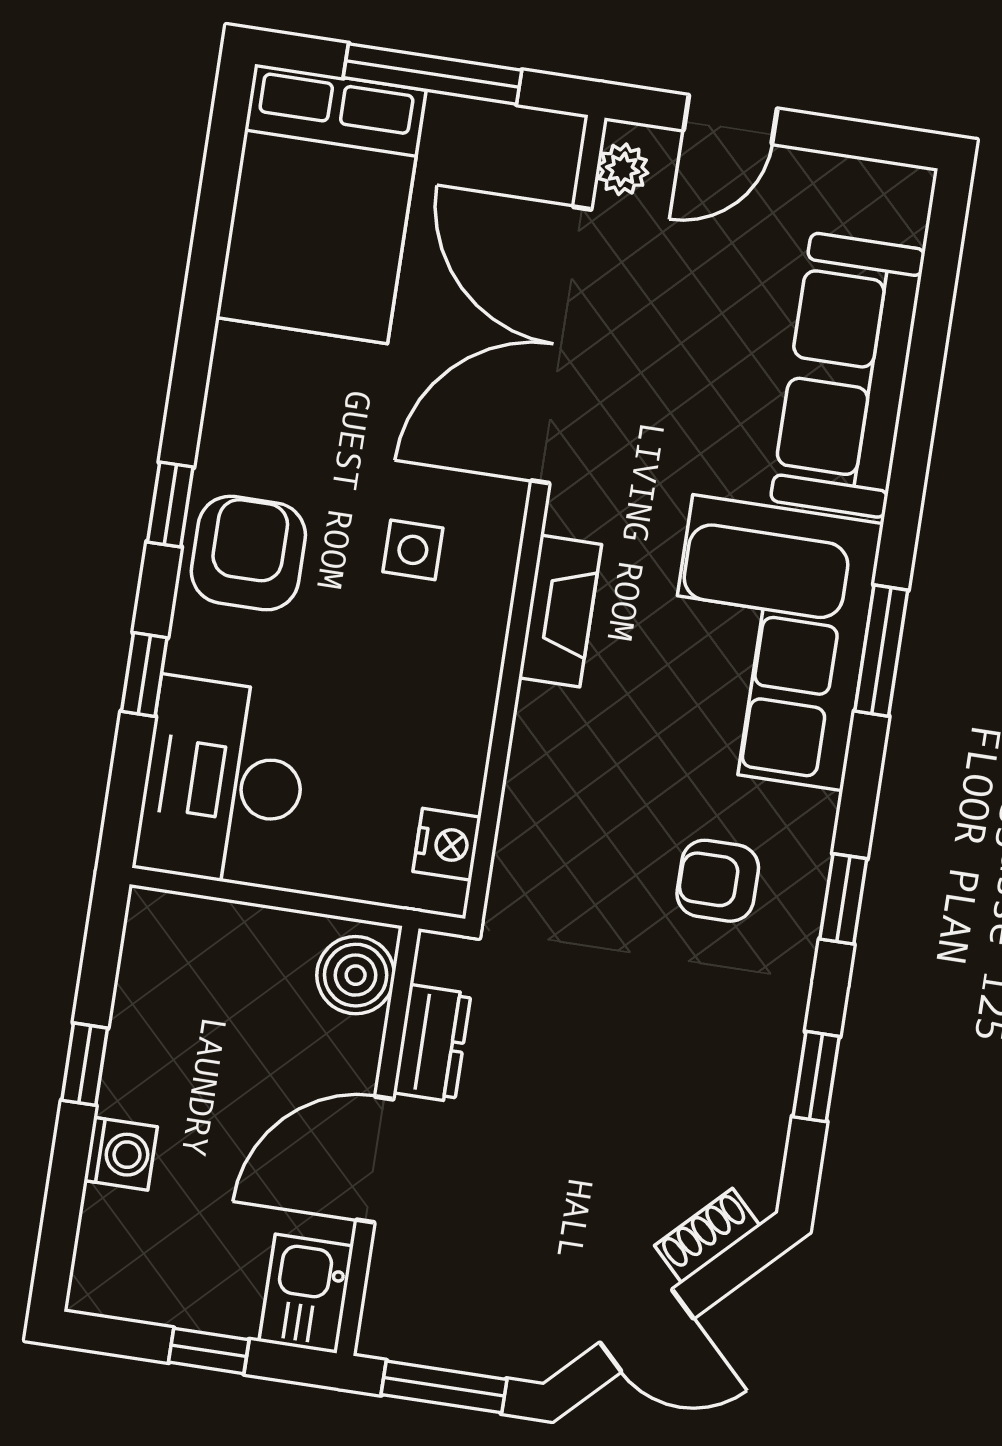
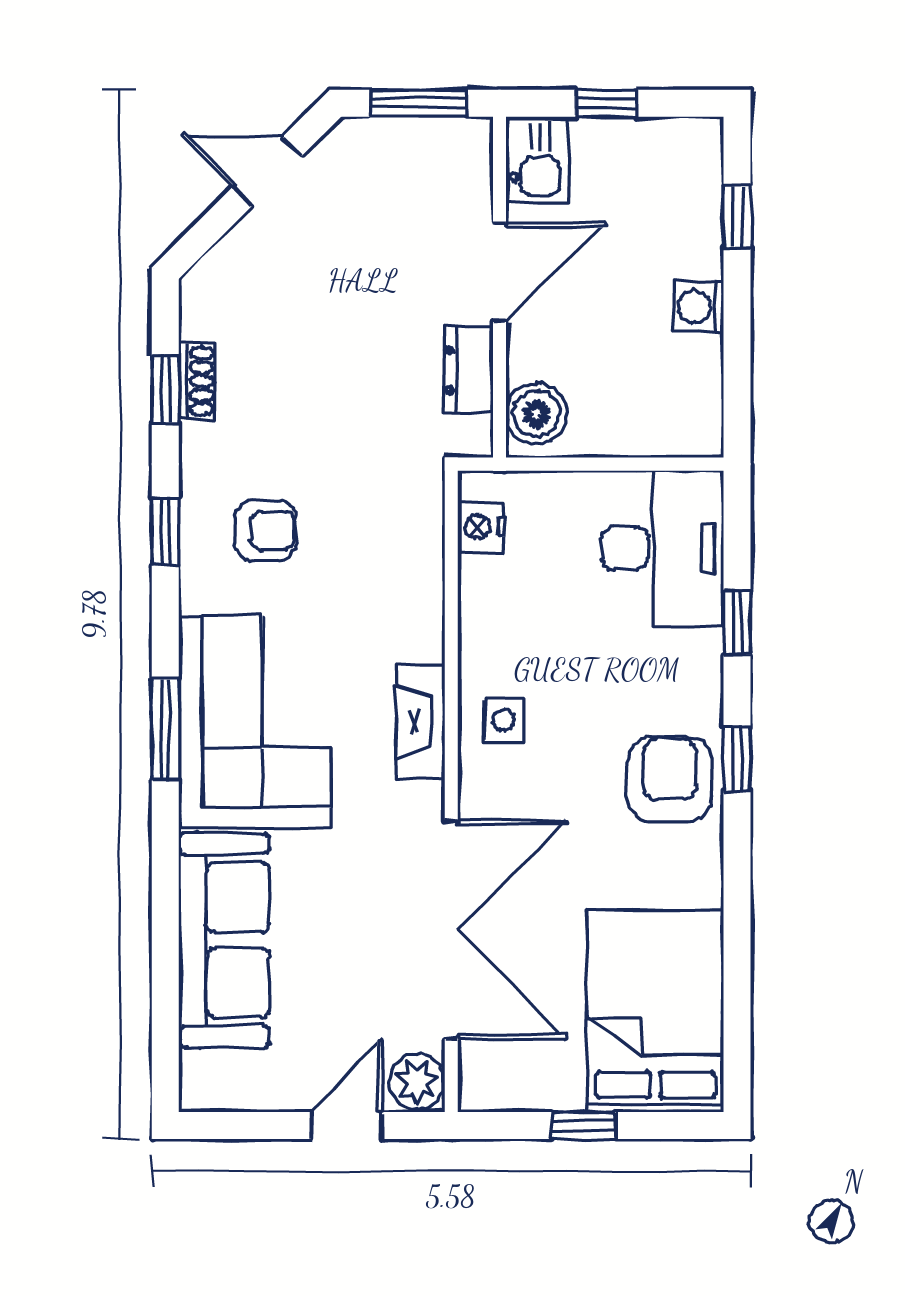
window: (433, 74) -> (584, 1125), width x0.46
plant: (623, 169) -> (417, 1081), width x1.38, depth x1.38
side table: (413, 550) -> (504, 720), moved
armchair: (248, 553) -> (670, 779), moved, turned 180
window: (85, 1064) -> (737, 217), moved
washing machine: (121, 1154) -> (698, 306), moved
shoe rack: (707, 1236) -> (197, 381), moved, turned -45

